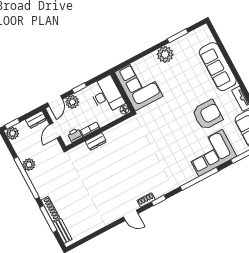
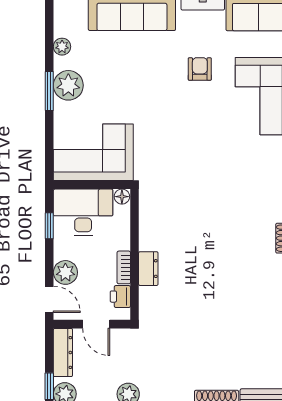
window: (178, 36) -> (49, 91), moved
plant: (182, 41) -> (62, 47), added
window: (79, 88) -> (49, 226), moved
armchair: (207, 115) -> (200, 69), width x0.53, depth x0.53
dresser: (36, 120) -> (63, 353), width x1.44

